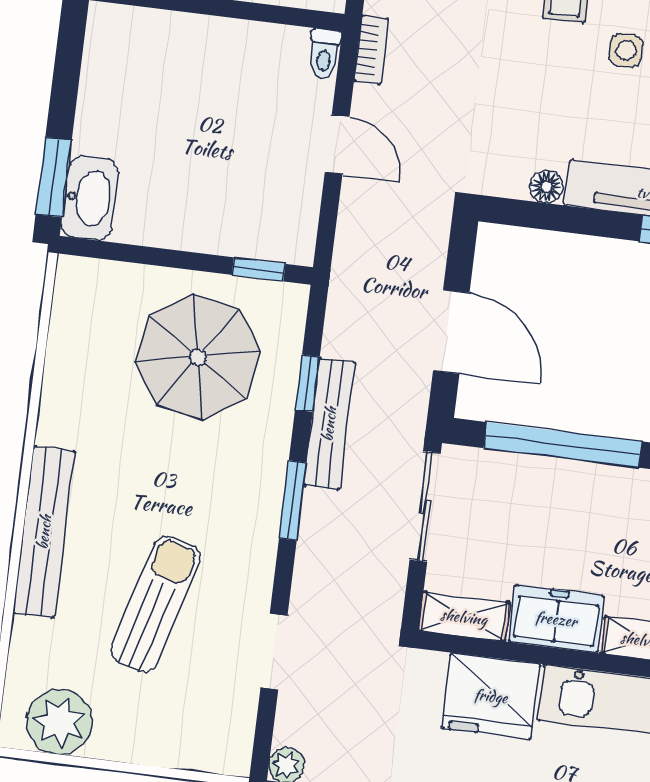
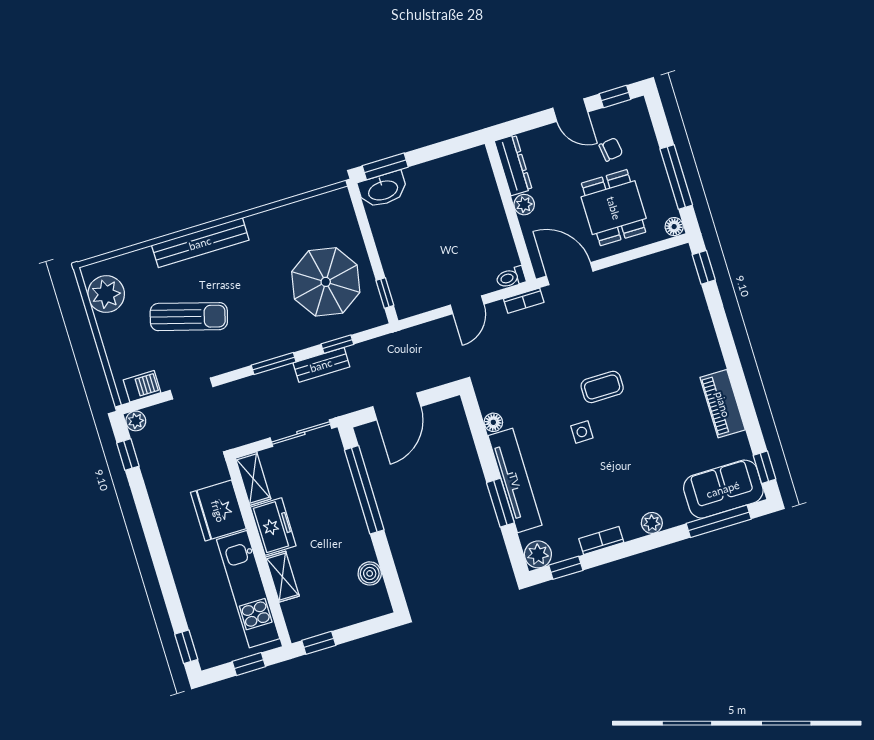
bench: (329, 424) -> (321, 365), width x0.73
barbecue: (235, 730) -> (142, 386), added

